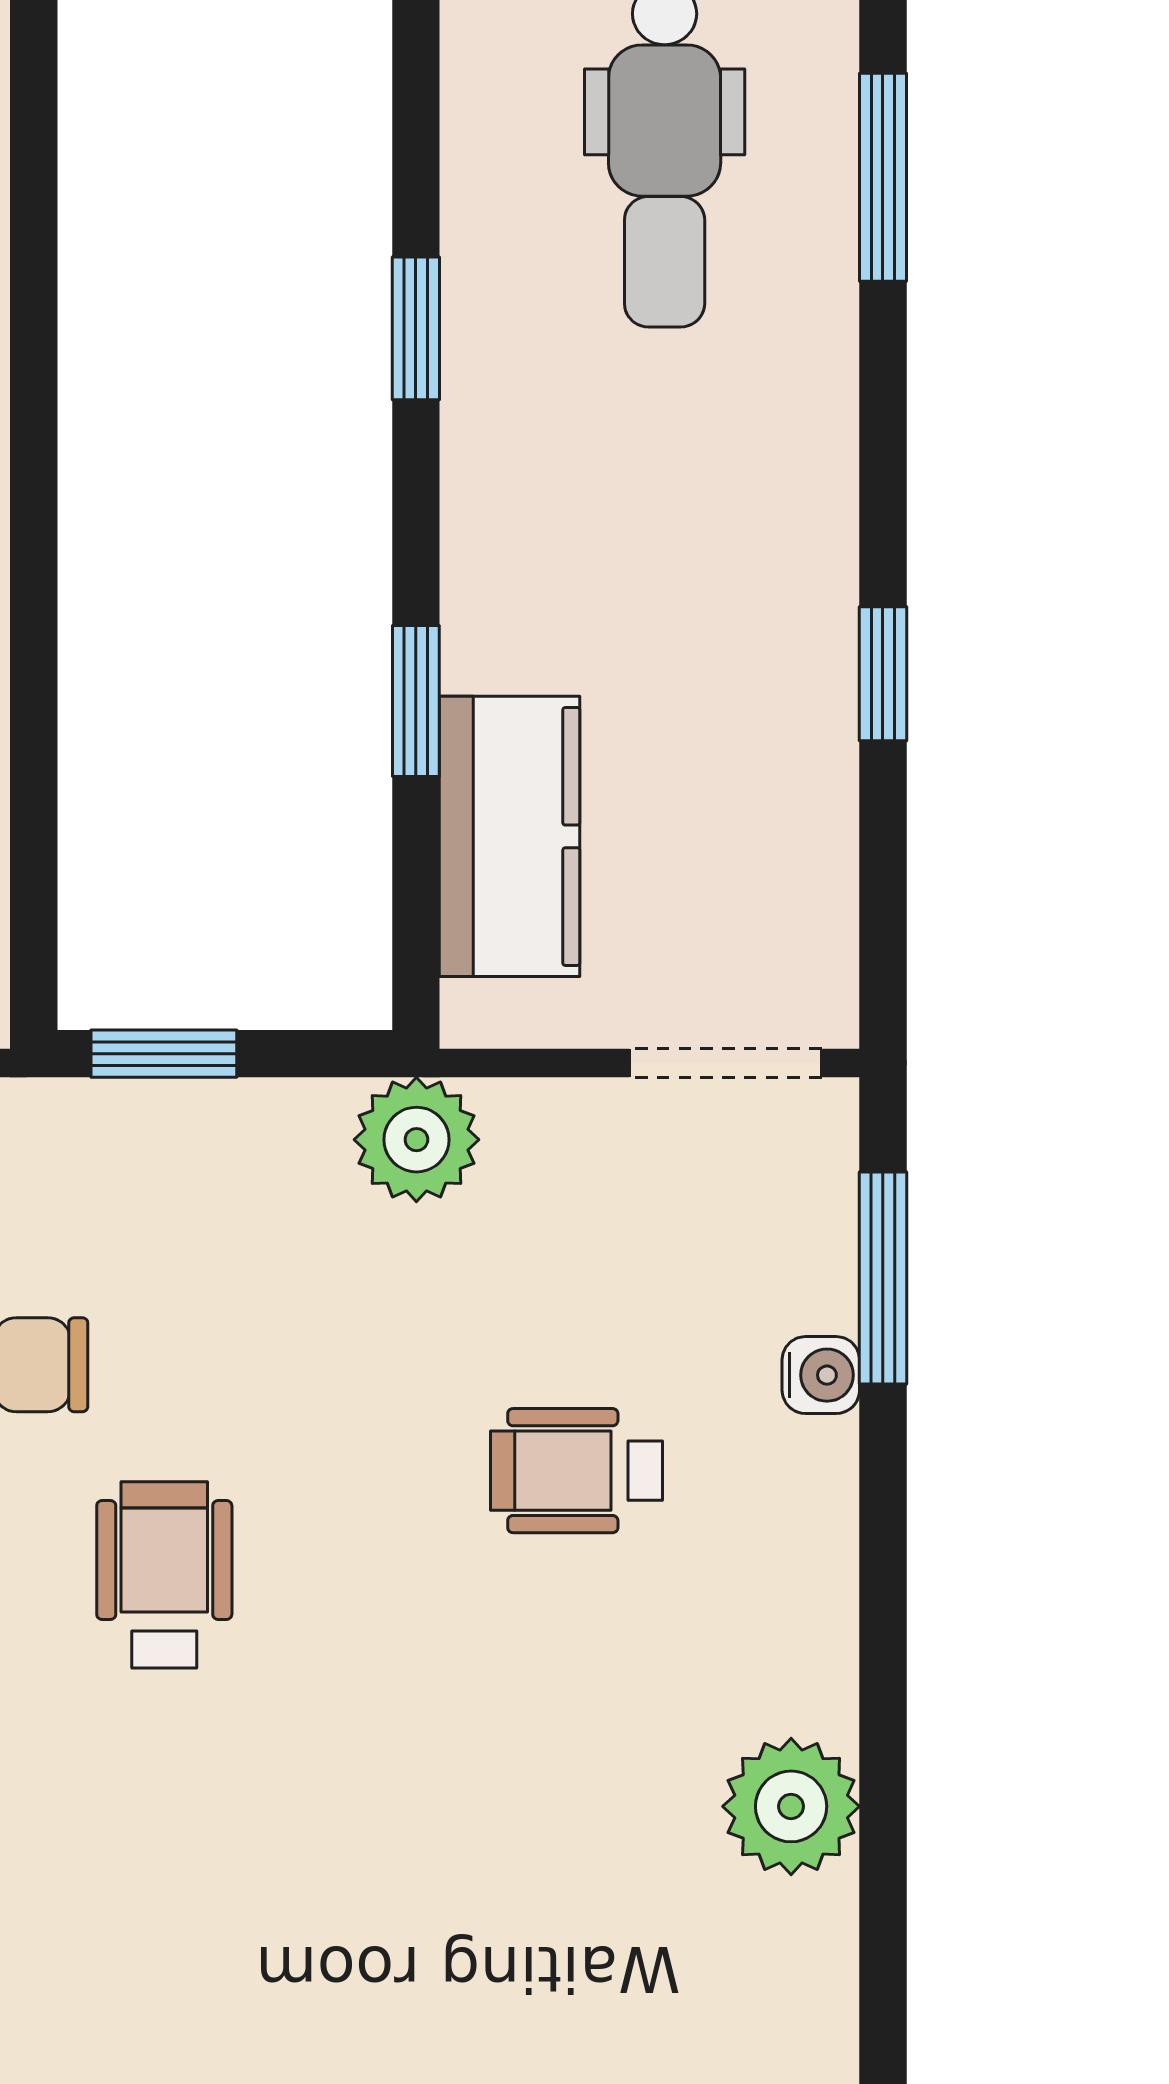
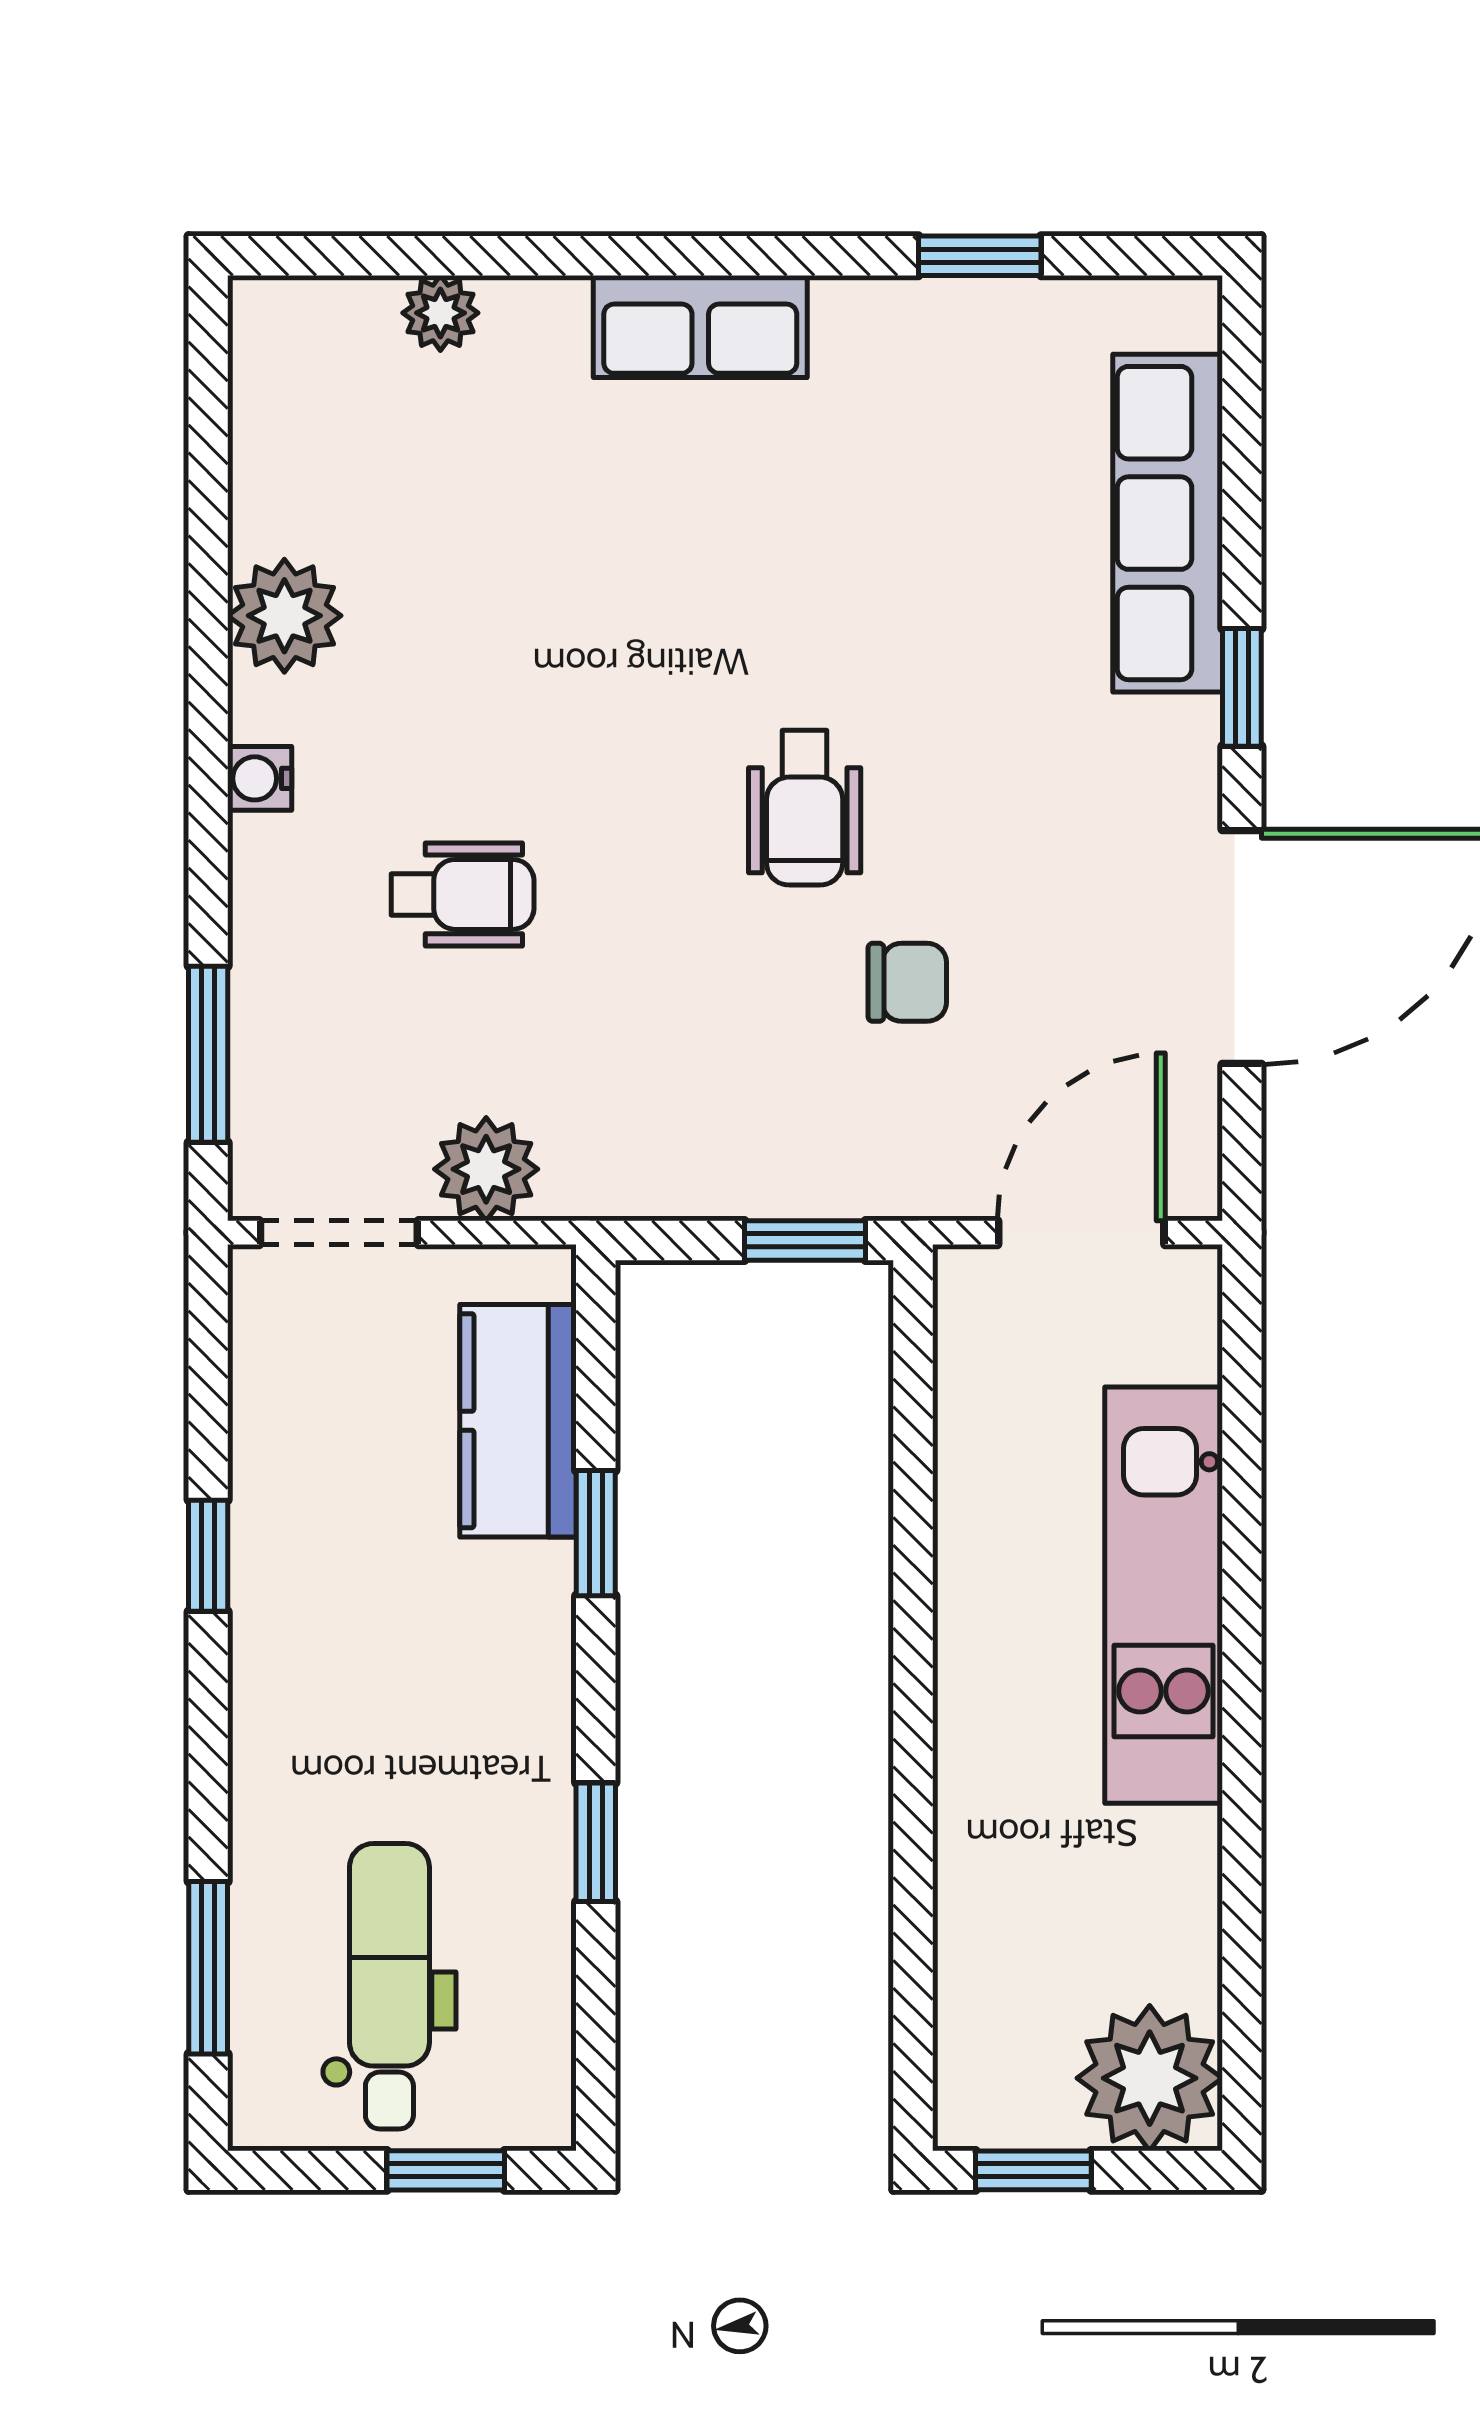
plant: (416, 1140) -> (486, 1169), moved
water cooler: (821, 1375) -> (260, 778), moved

